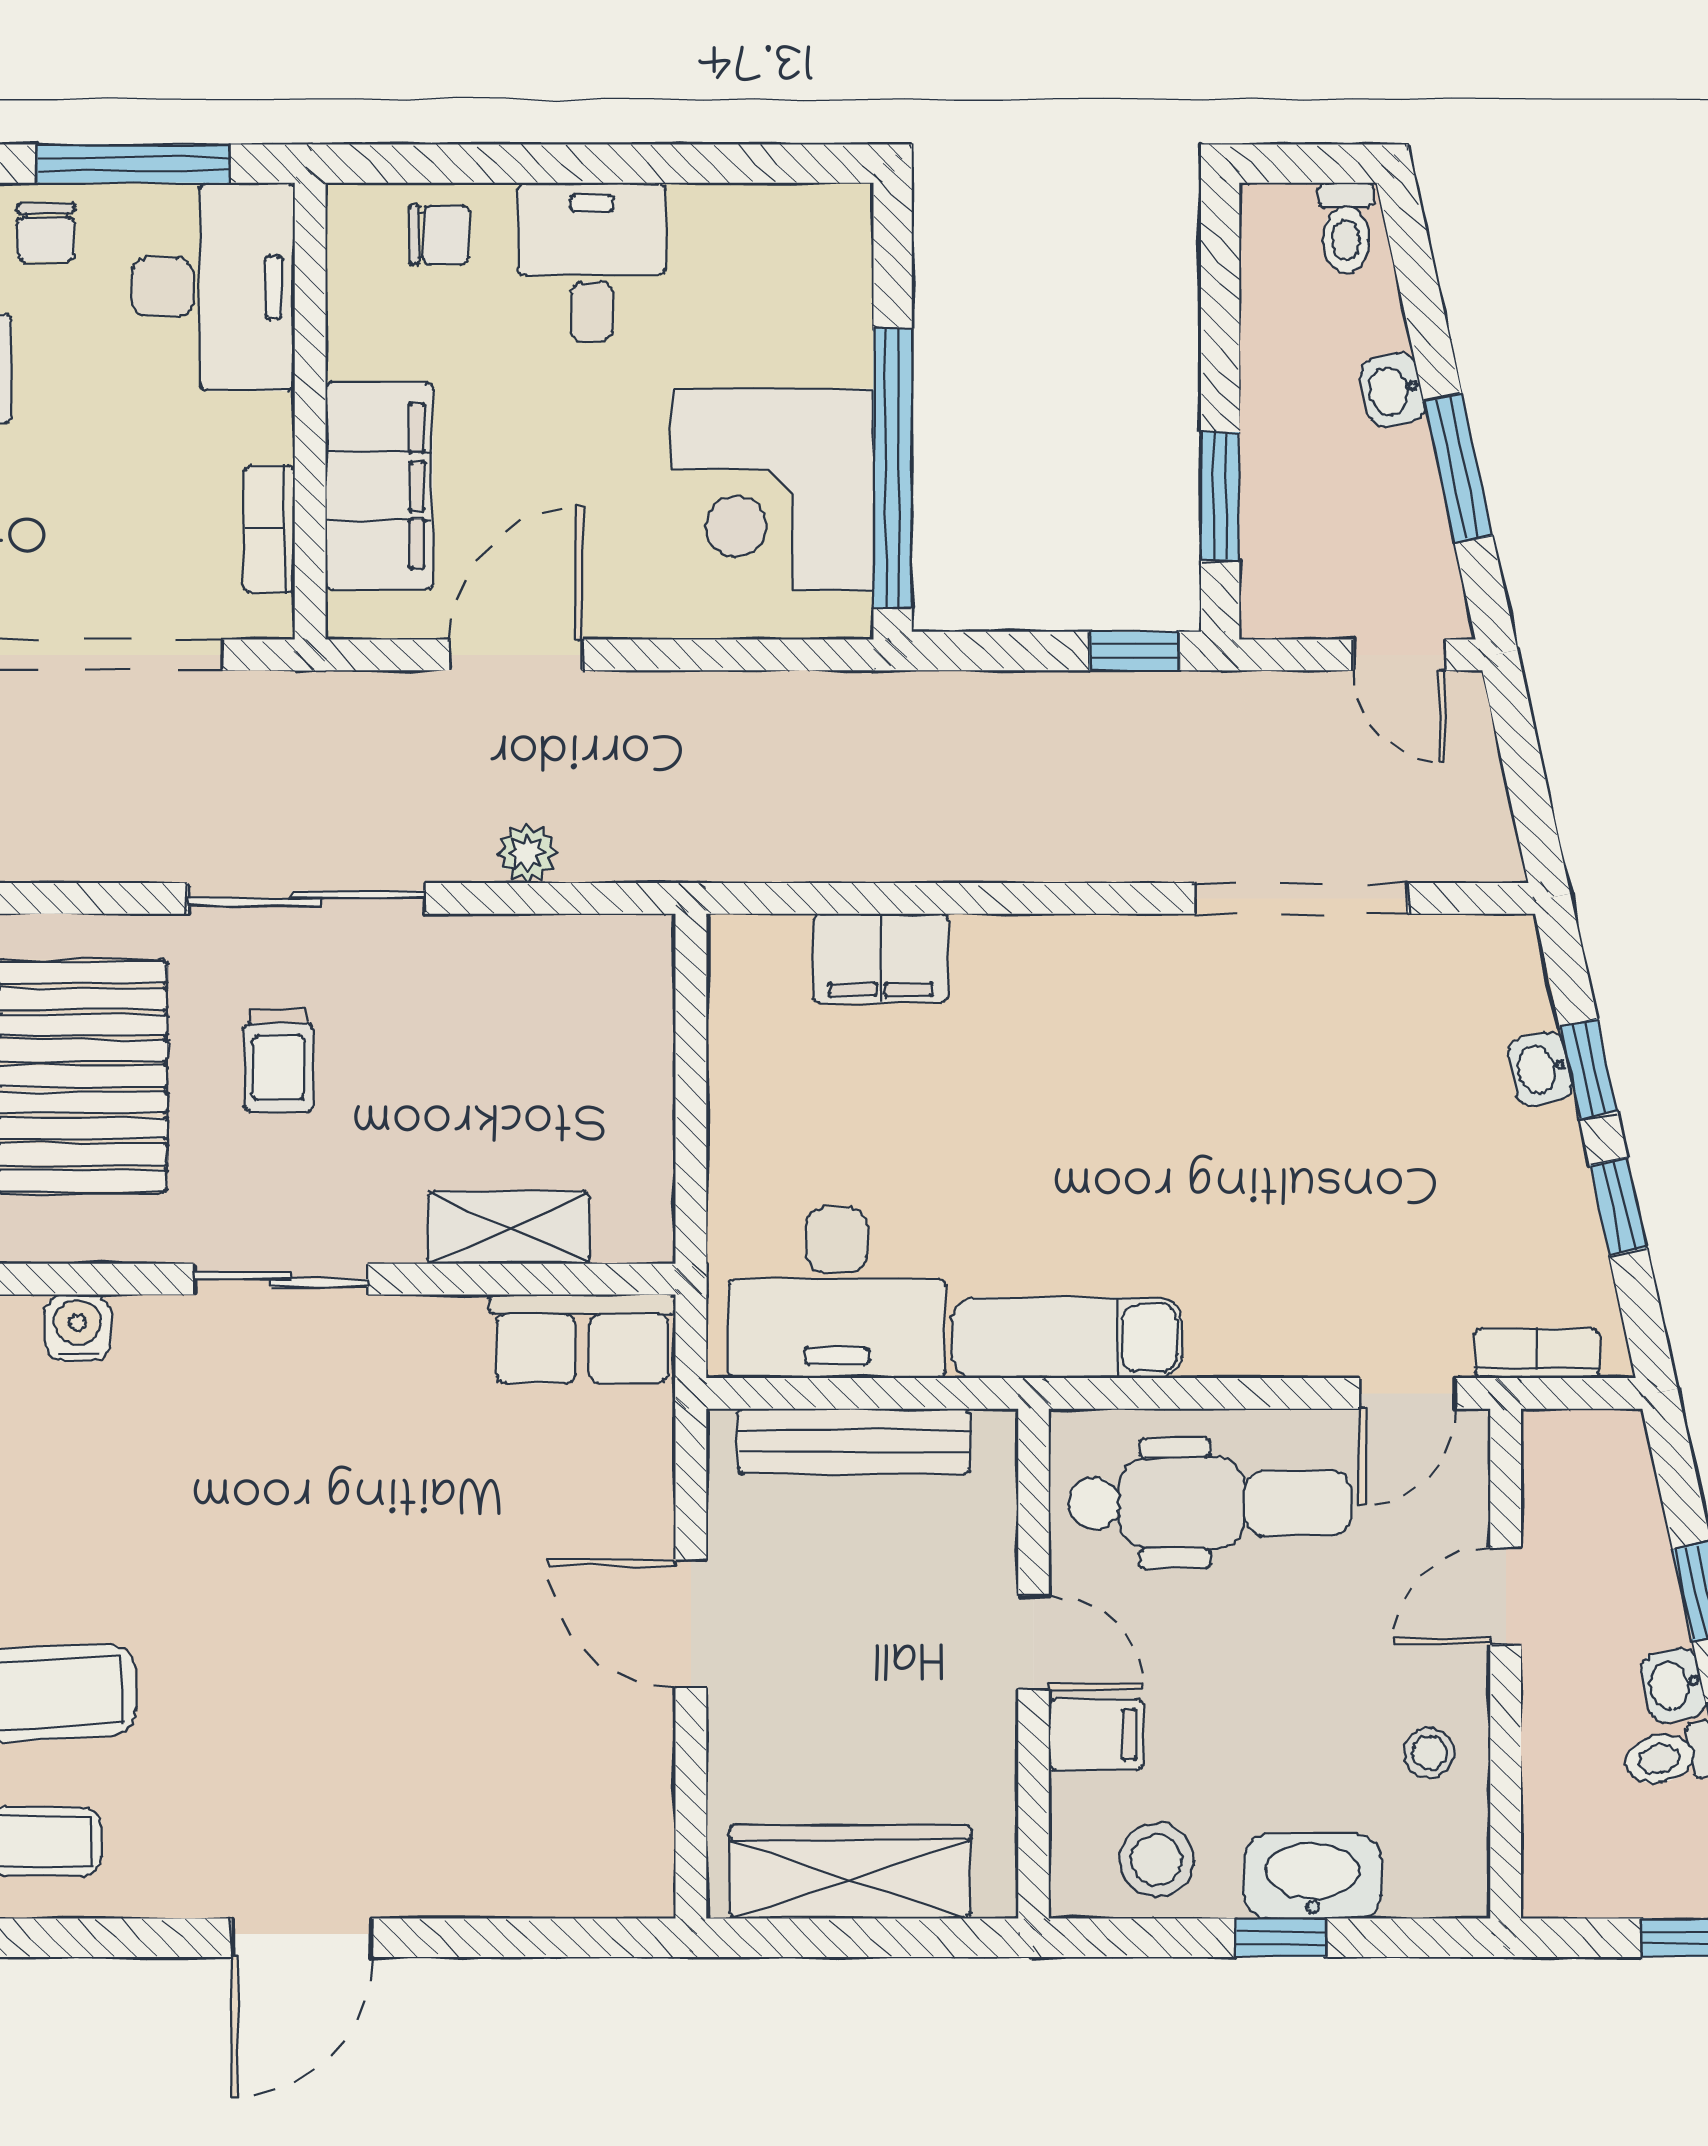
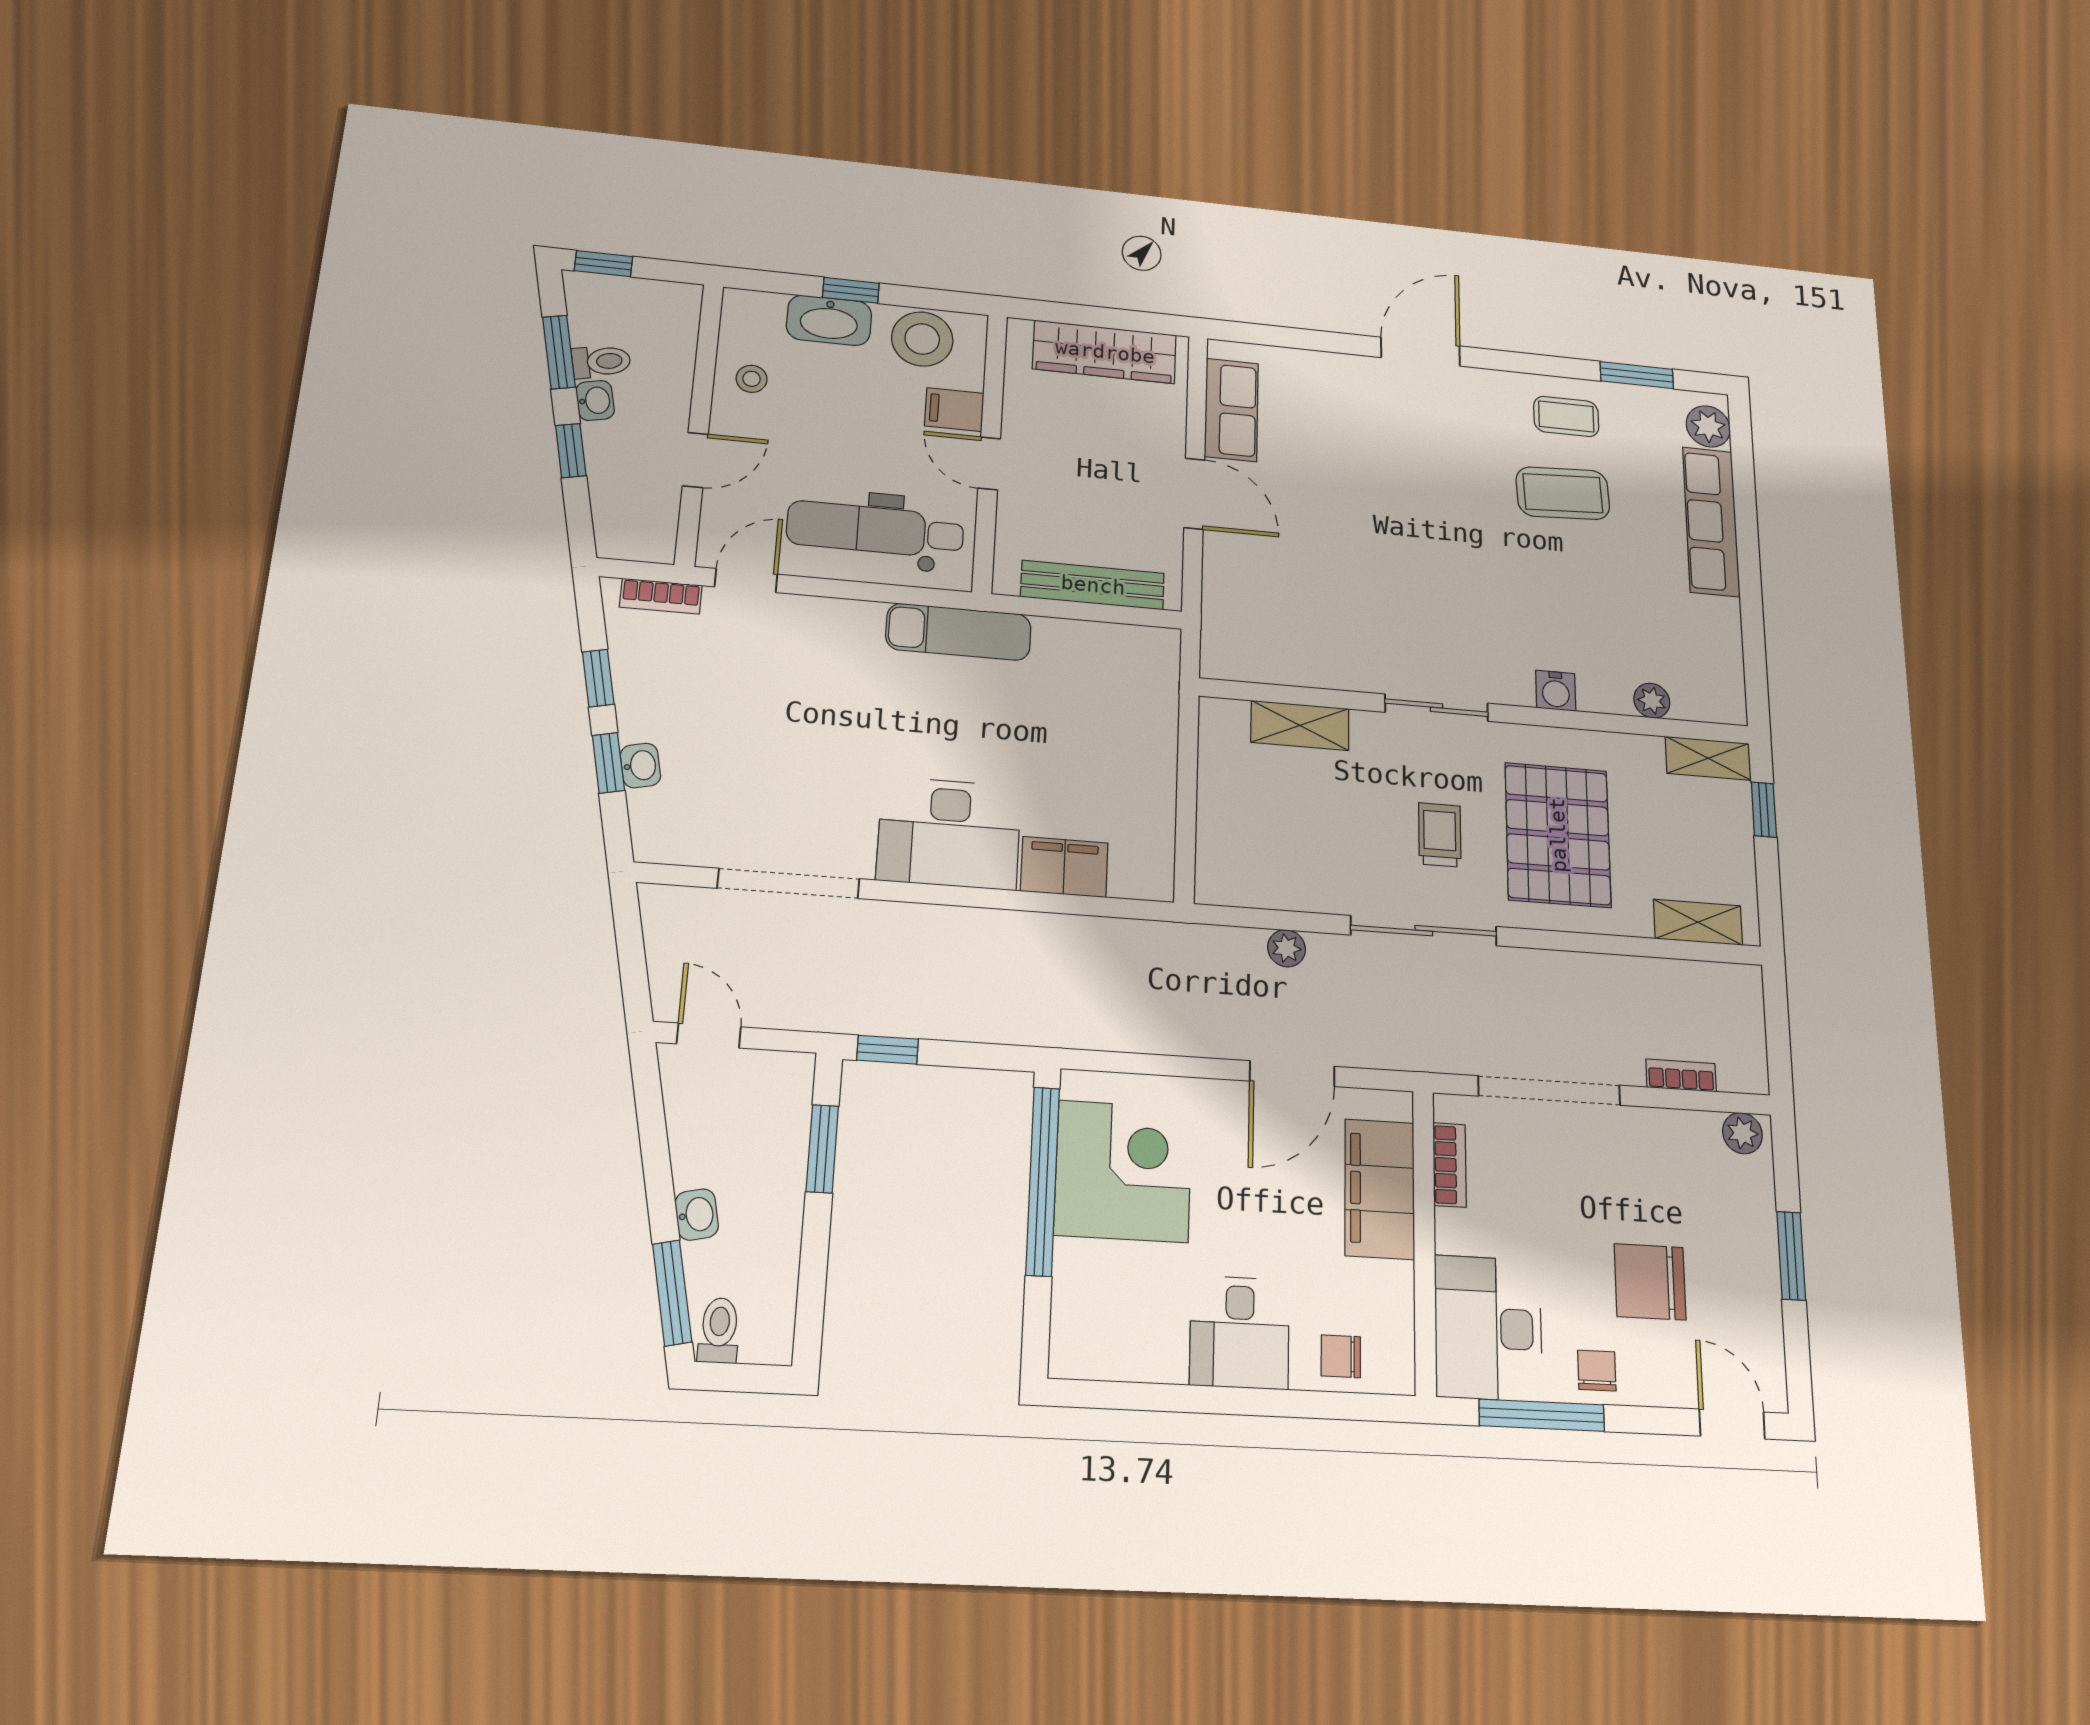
window: (1458, 468) -> (672, 1293), moved
desk: (837, 1293) -> (949, 833), moved, turned 180
row of seats: (582, 1339) -> (1231, 410), moved, turned 90
stool: (1157, 1860) -> (922, 339), width x1.38, depth x1.38

